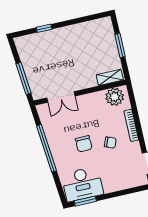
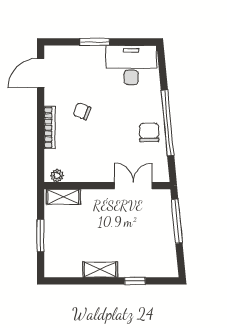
shelving: (71, 31) -> (100, 270), added
plant: (115, 97) -> (57, 176), width x0.53, depth x0.53
chair: (84, 144) -> (149, 132), moved
window: (85, 201) -> (95, 42), moved

